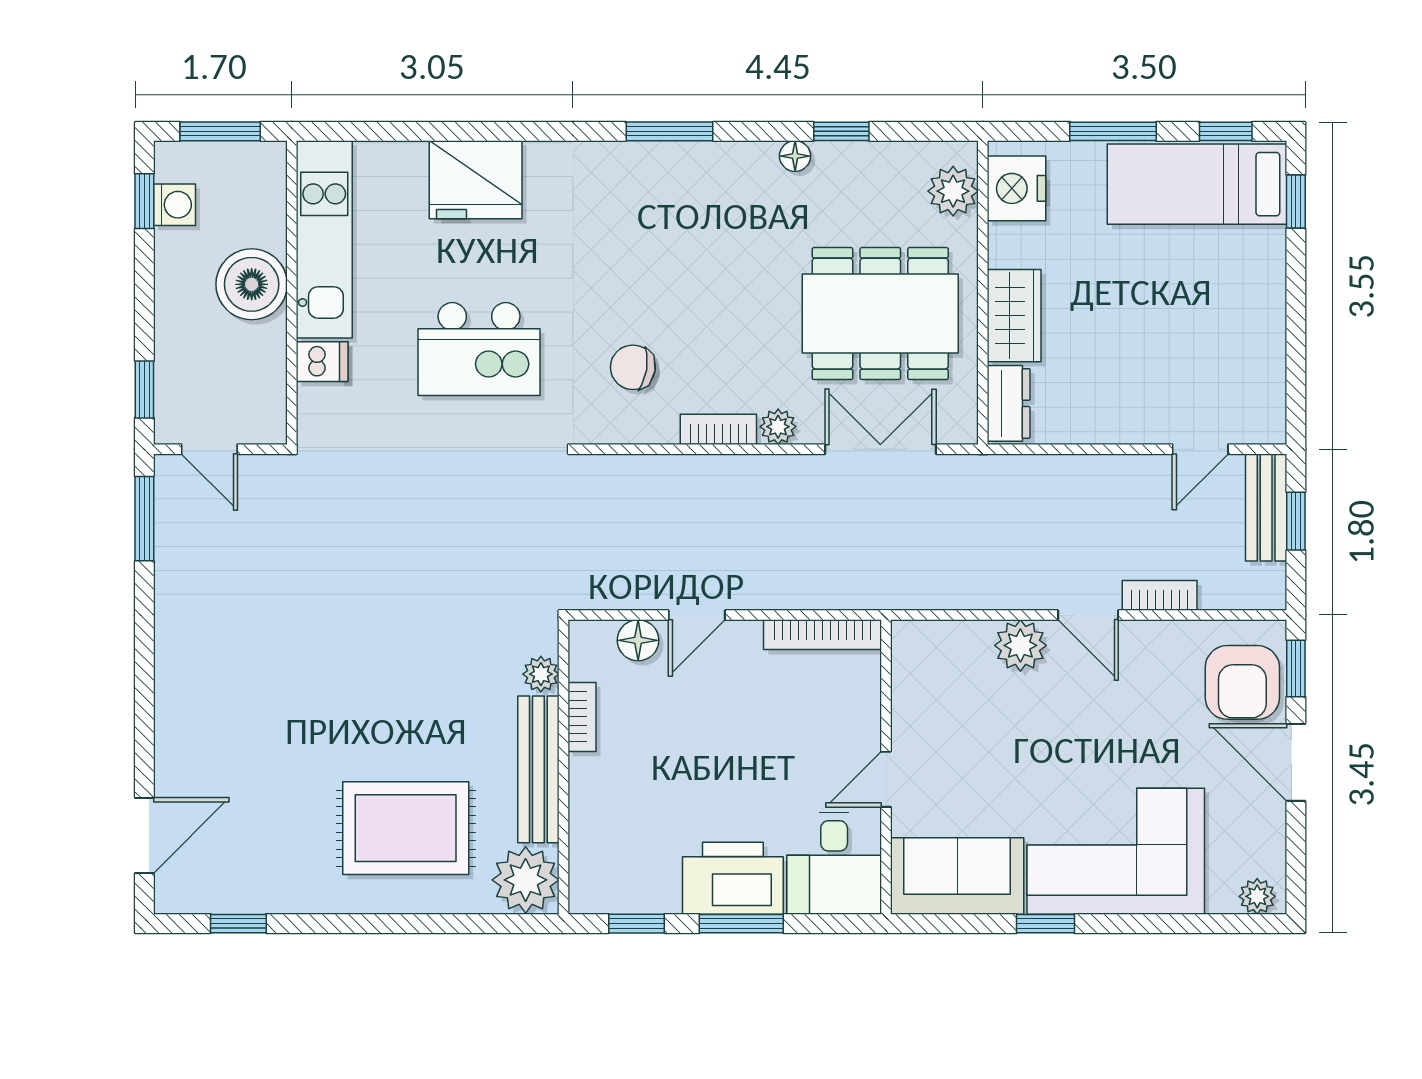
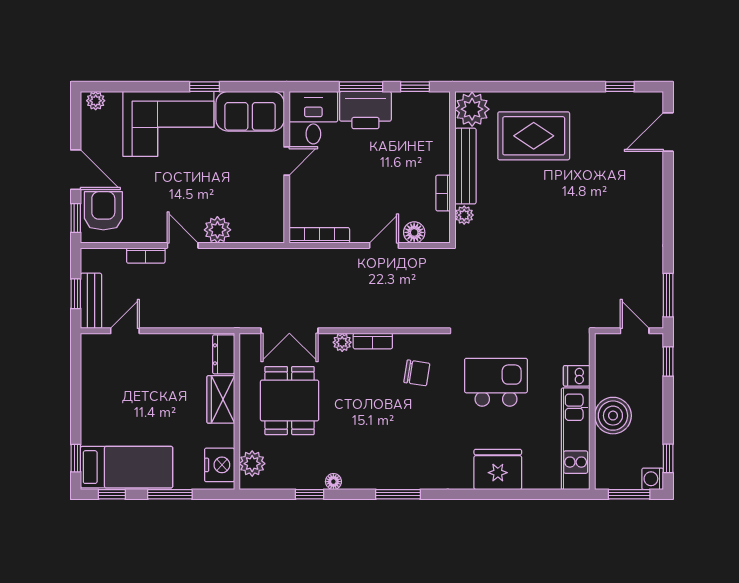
washing machine: (175, 205) -> (653, 479), moved
dining table: (880, 314) -> (290, 401), width x0.73

